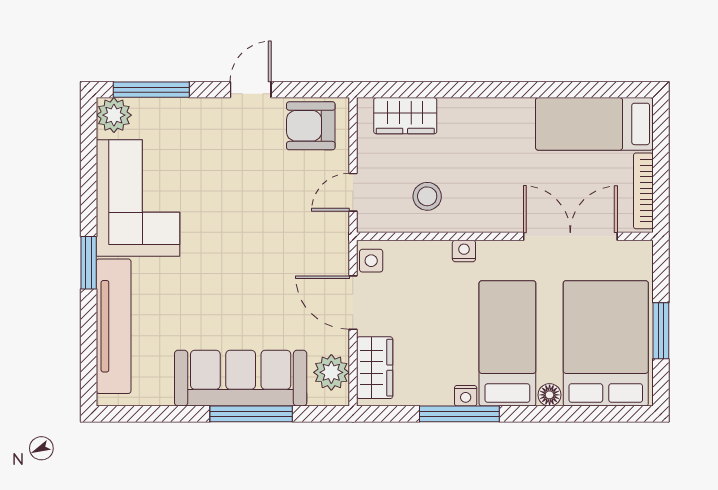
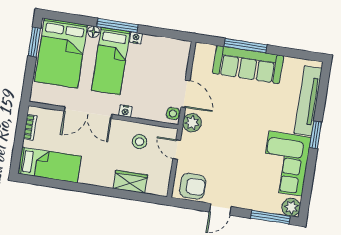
wardrobe: (405, 116) -> (130, 182), moved
bookcase: (643, 191) -> (30, 127), width x0.64
door: (353, 192) -> (177, 149), swing flipped
double door: (570, 236) -> (88, 113), moved
window: (661, 331) -> (34, 42), moved
wardrobe: (375, 368) -> (180, 59), removed
plant: (331, 372) -> (192, 123), moved
window: (459, 414) -> (117, 26), moved

